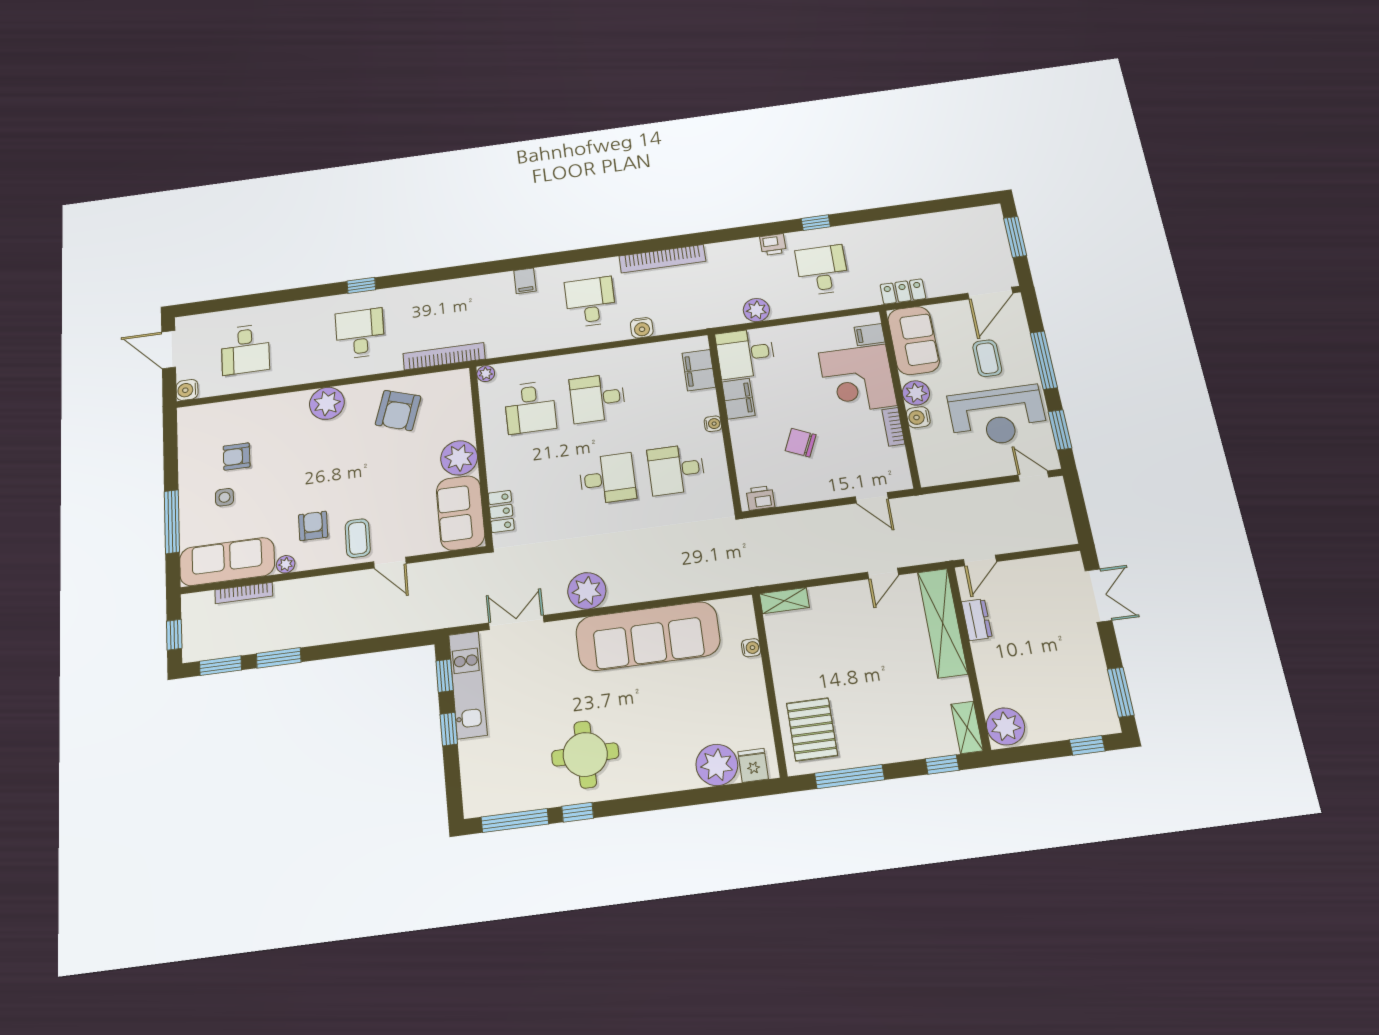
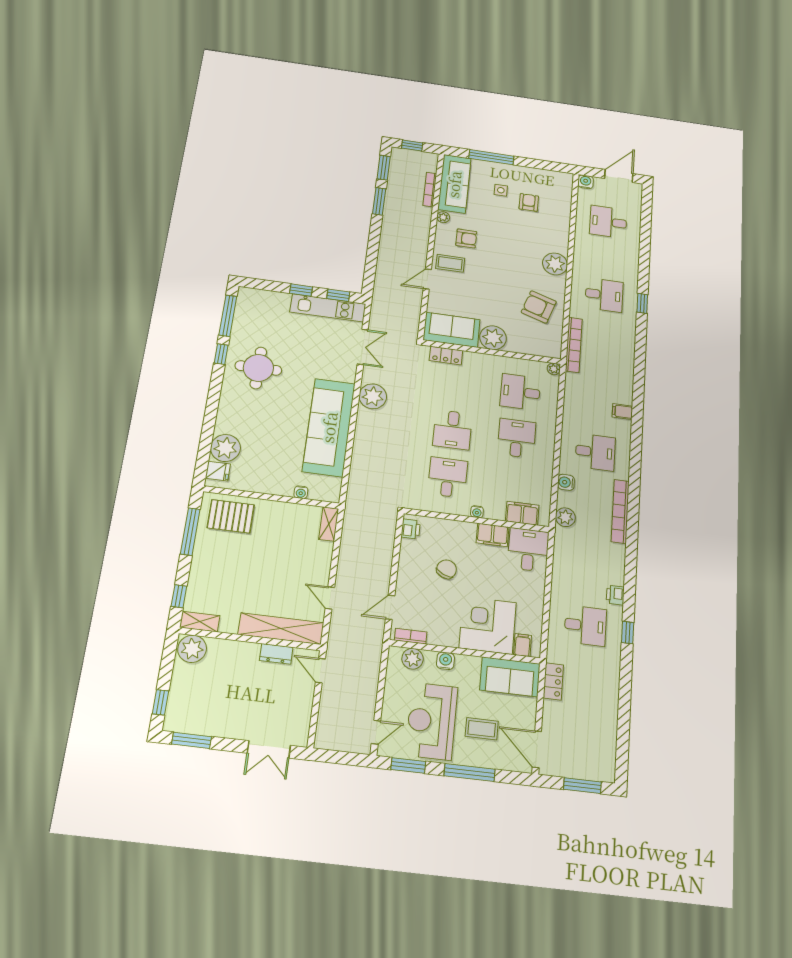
plant: (756, 310) -> (565, 517), moved
plant: (916, 393) -> (413, 659), moved
bookcase: (893, 427) -> (411, 636), moved

